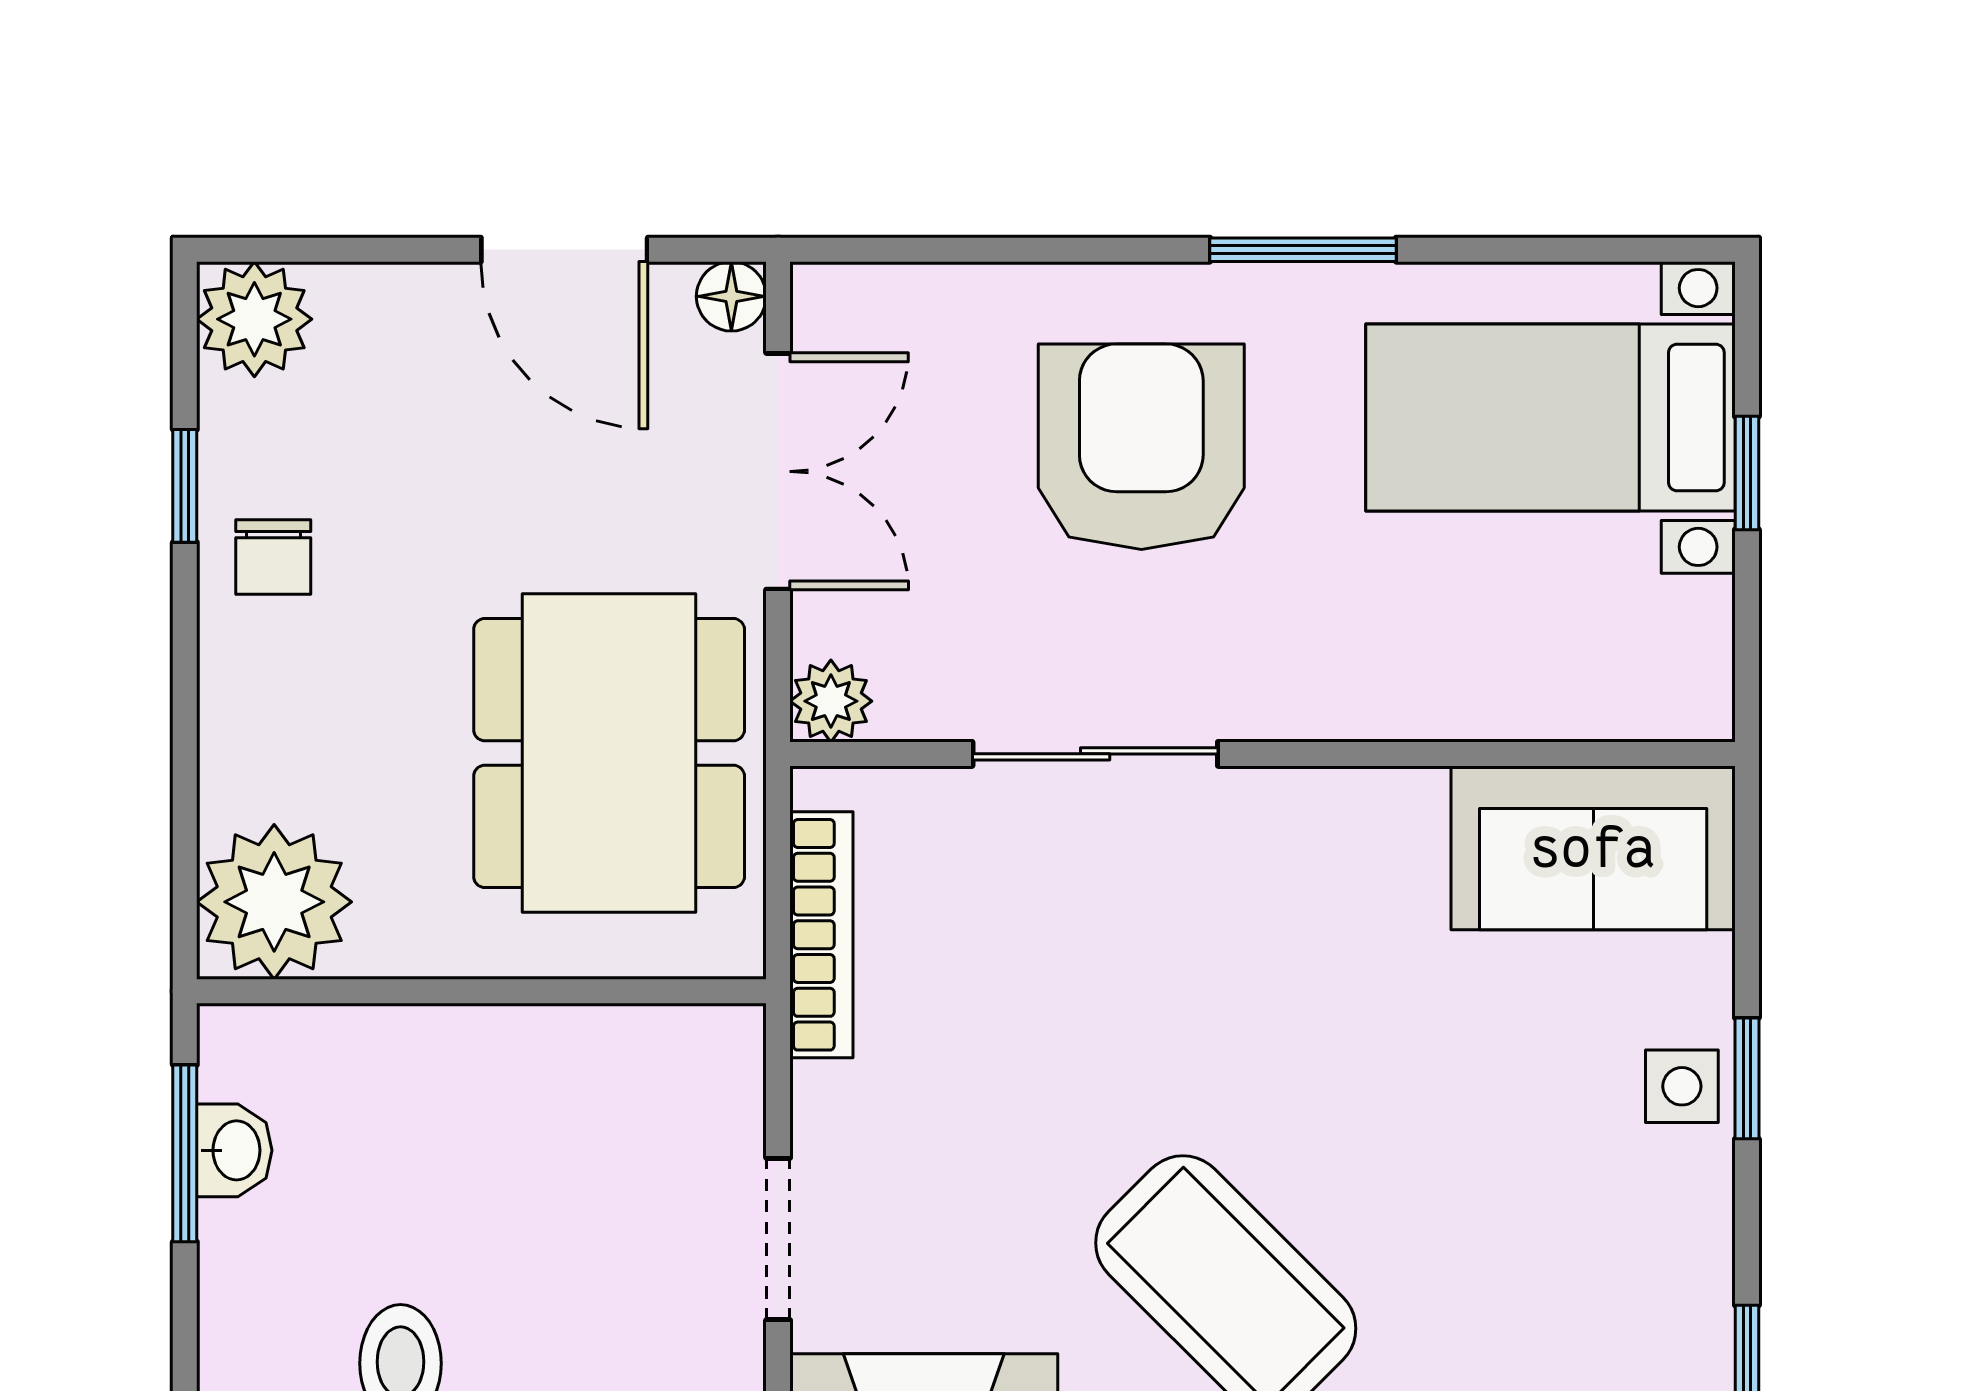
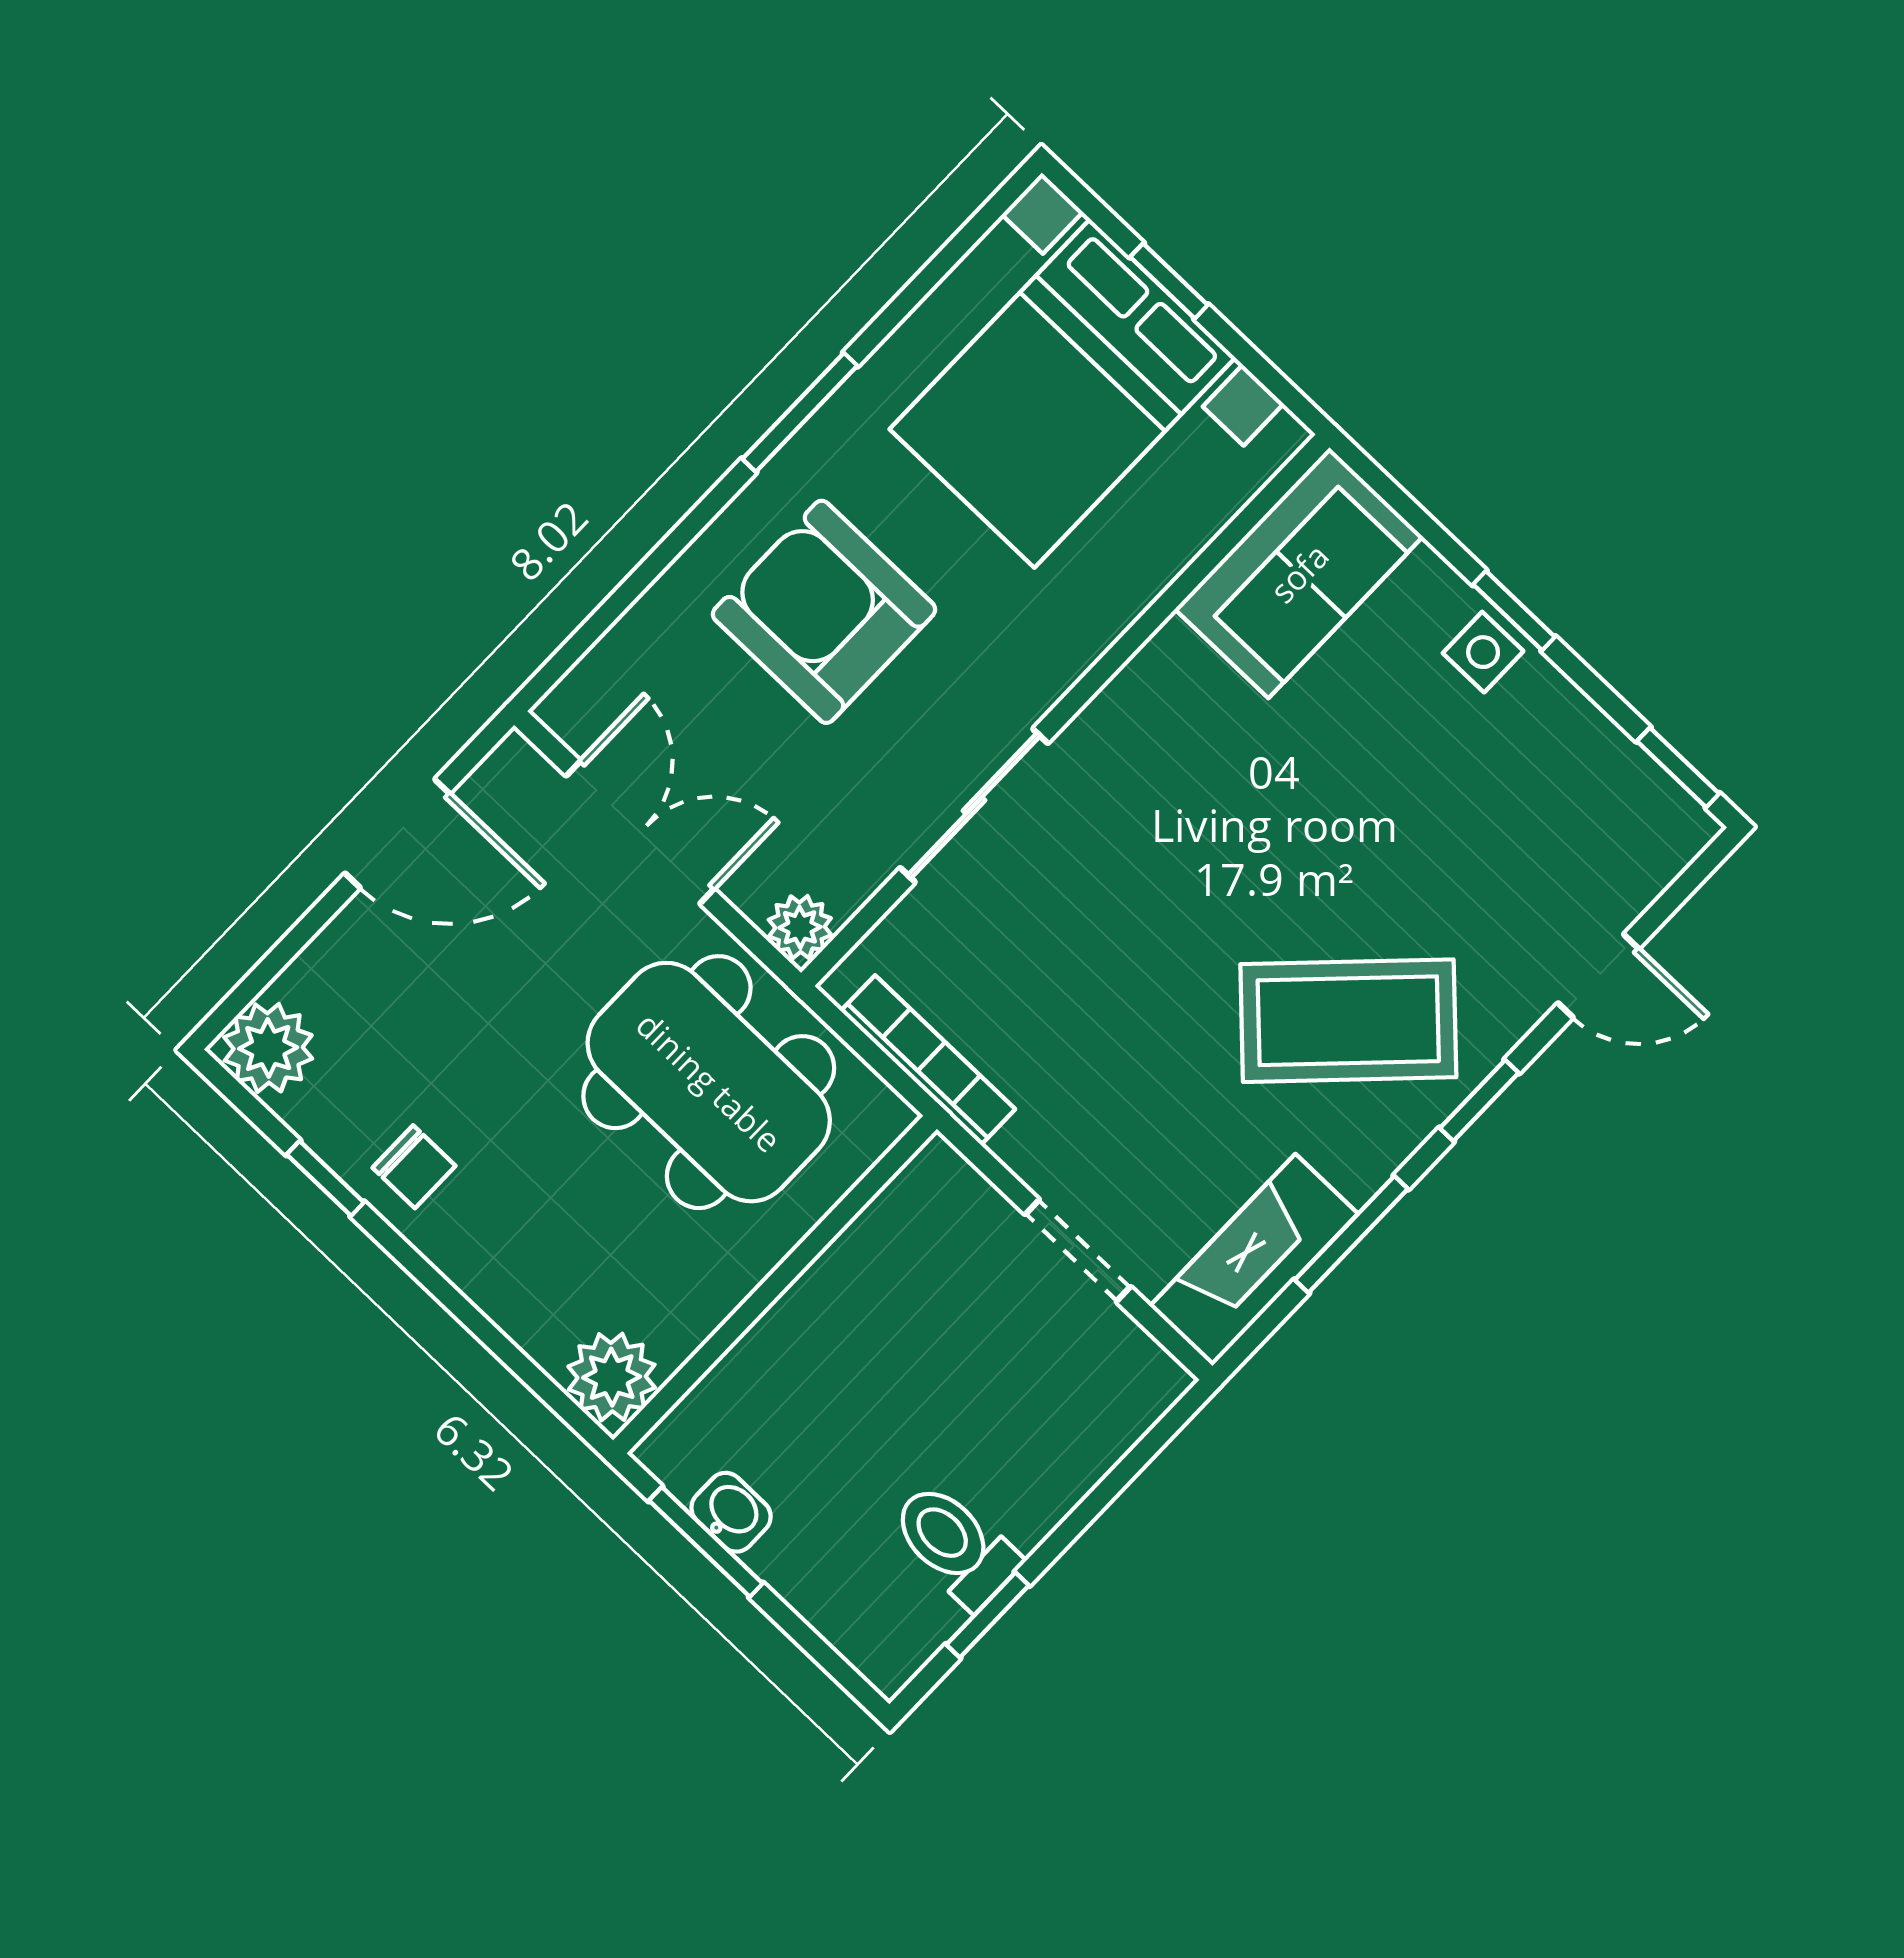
floor lamp: (731, 296) -> (515, 764), removed
bed with nightstands: (1551, 417) -> (1062, 393), width x1.36
plant: (274, 902) -> (612, 1377), width x0.73, depth x0.73

